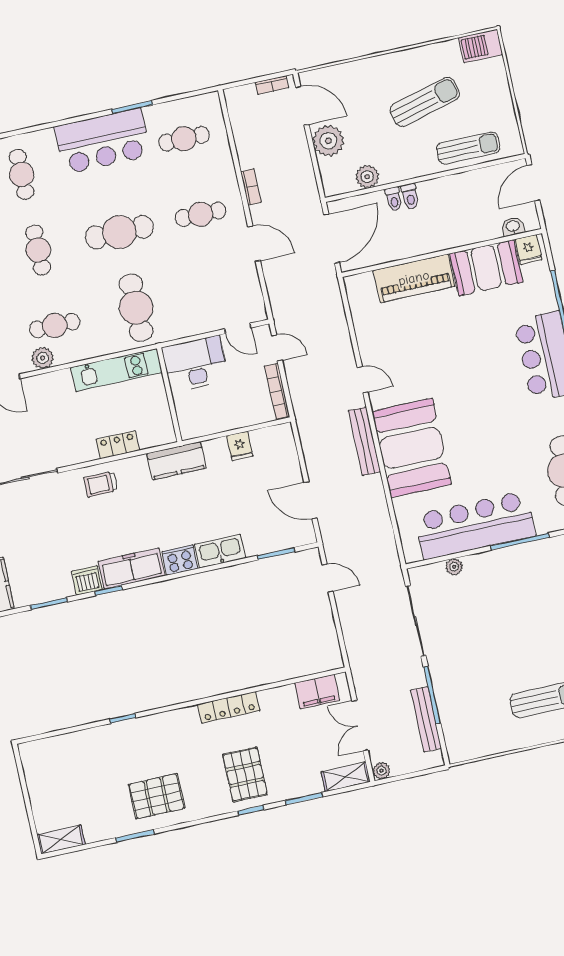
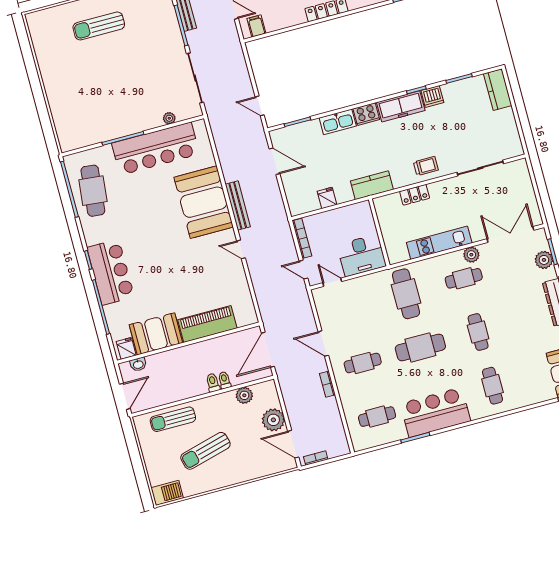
kitchen unit: (117, 370) -> (439, 243), moved
filing cabinet: (317, 692) -> (256, 26), width x0.50

